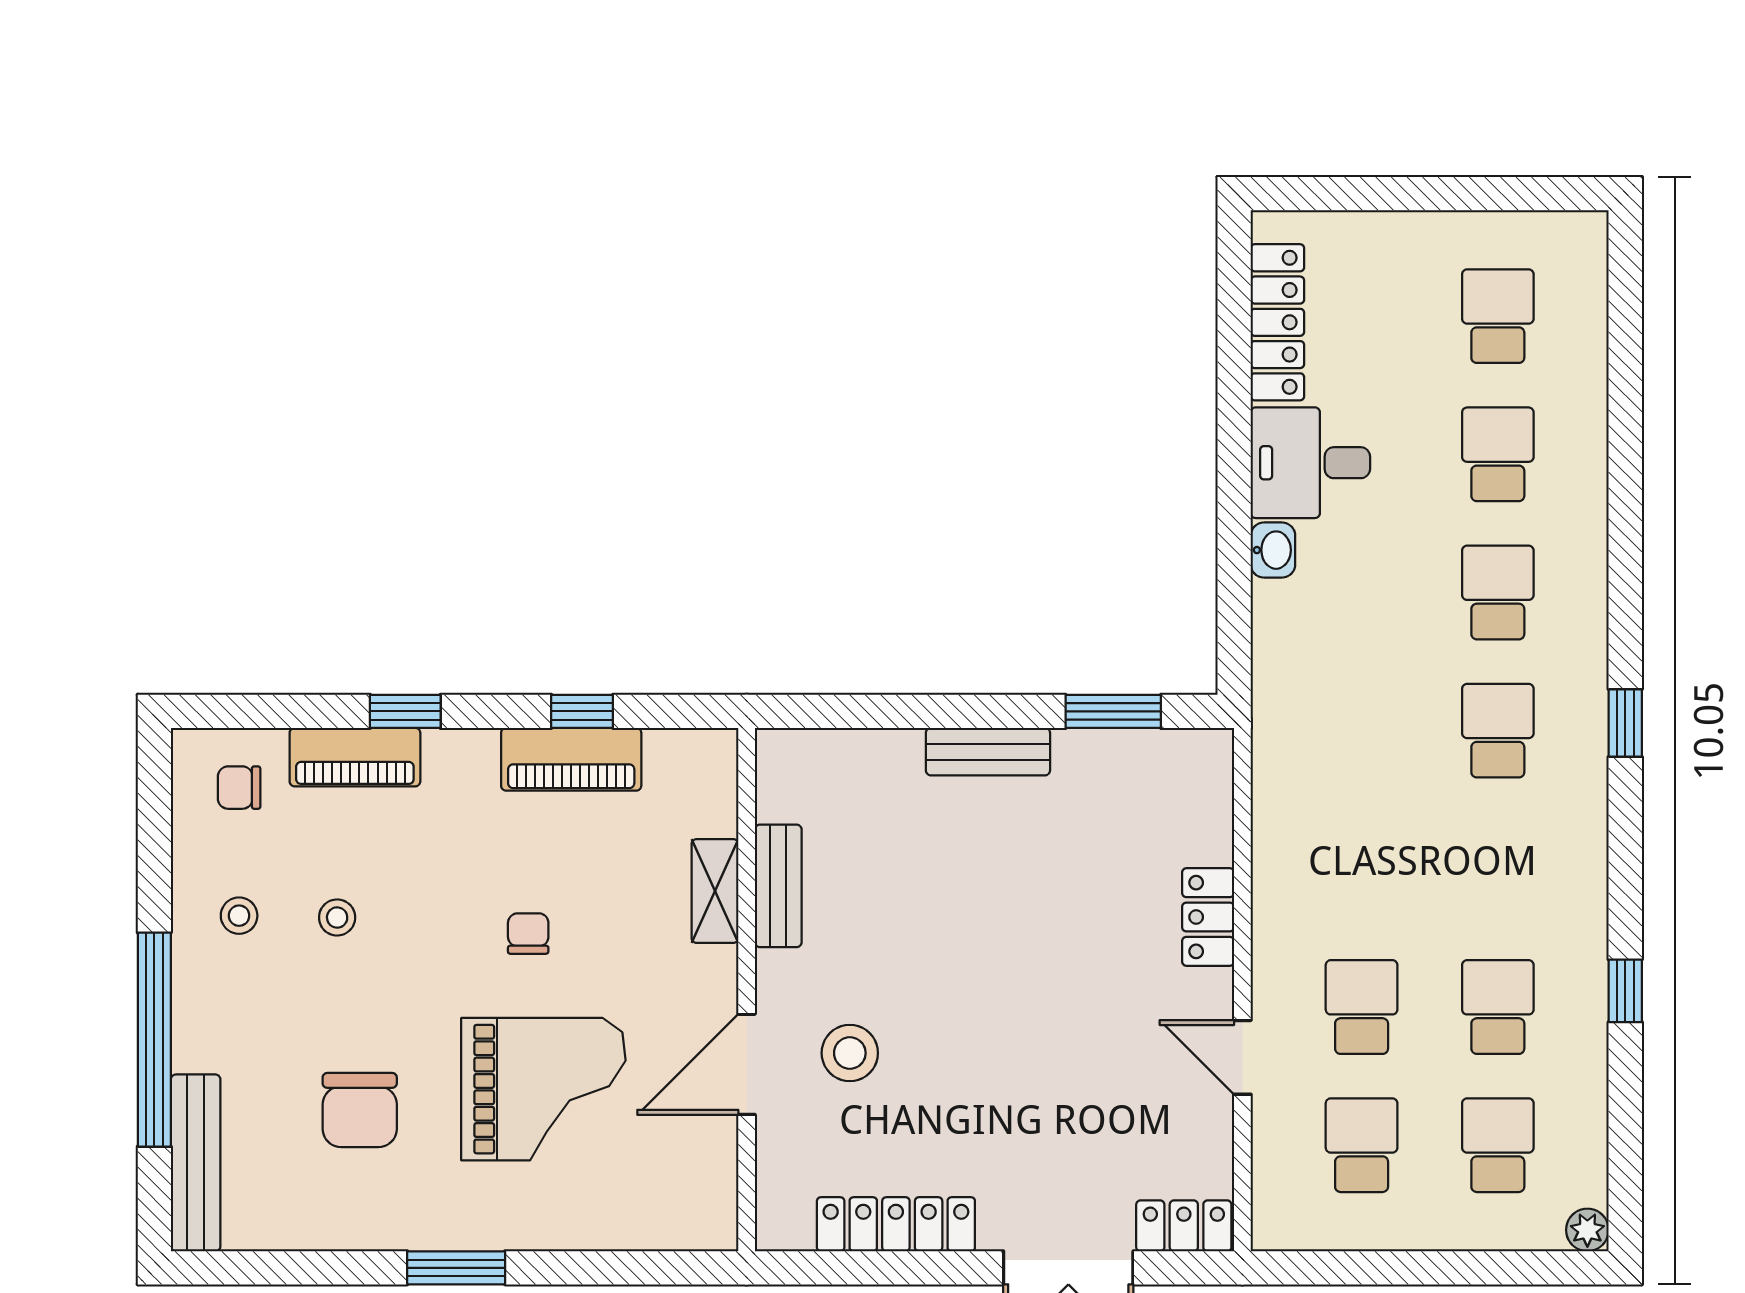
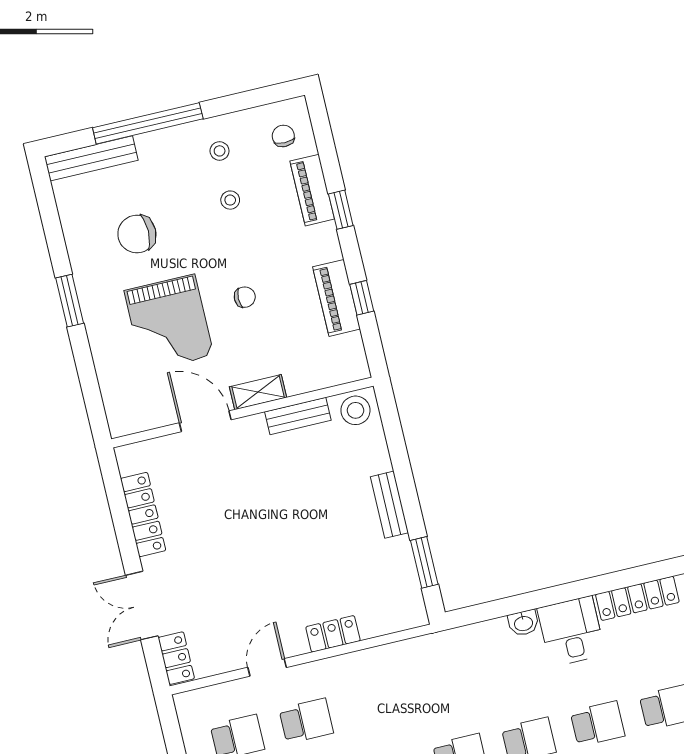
shelving: (715, 891) -> (258, 392), moved
stool: (850, 1053) -> (355, 410), moved

